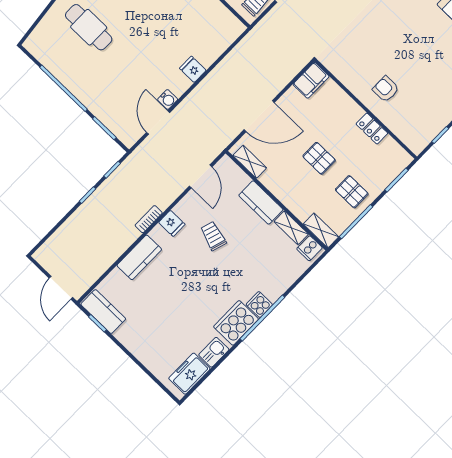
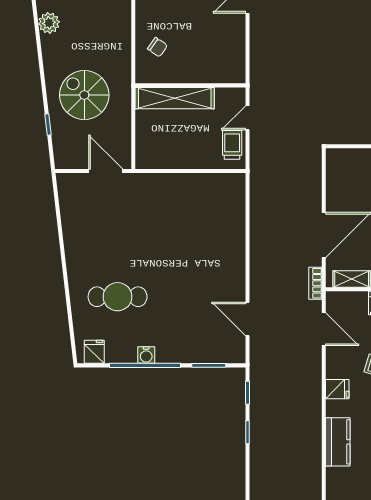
fridge: (193, 69) -> (94, 352), moved, turned 90
filing cabinet: (311, 80) -> (337, 166), removed
water cooler: (168, 99) -> (146, 355), moved, turned 90
bookcase: (149, 219) -> (315, 283), moved

